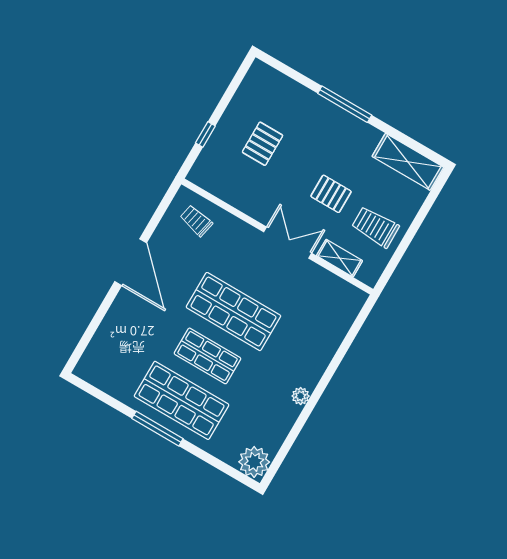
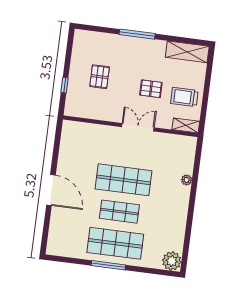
trolley: (196, 221) -> (80, 137), removed
shelving: (340, 258) -> (186, 125), moved
door: (131, 262) -> (51, 190), moved
plant: (301, 396) -> (187, 180), moved

